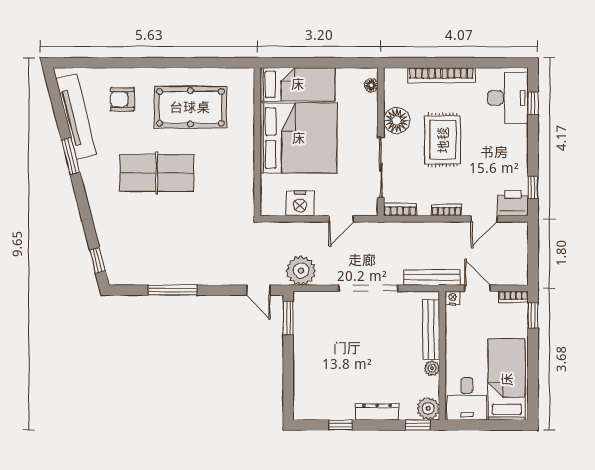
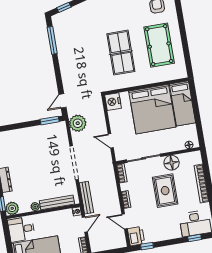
rug: (443, 140) -> (165, 191), turned 90
table tennis table: (157, 173) -> (121, 53), moved
nightstand: (300, 203) -> (113, 102), moved
window: (173, 290) -> (52, 40), moved

